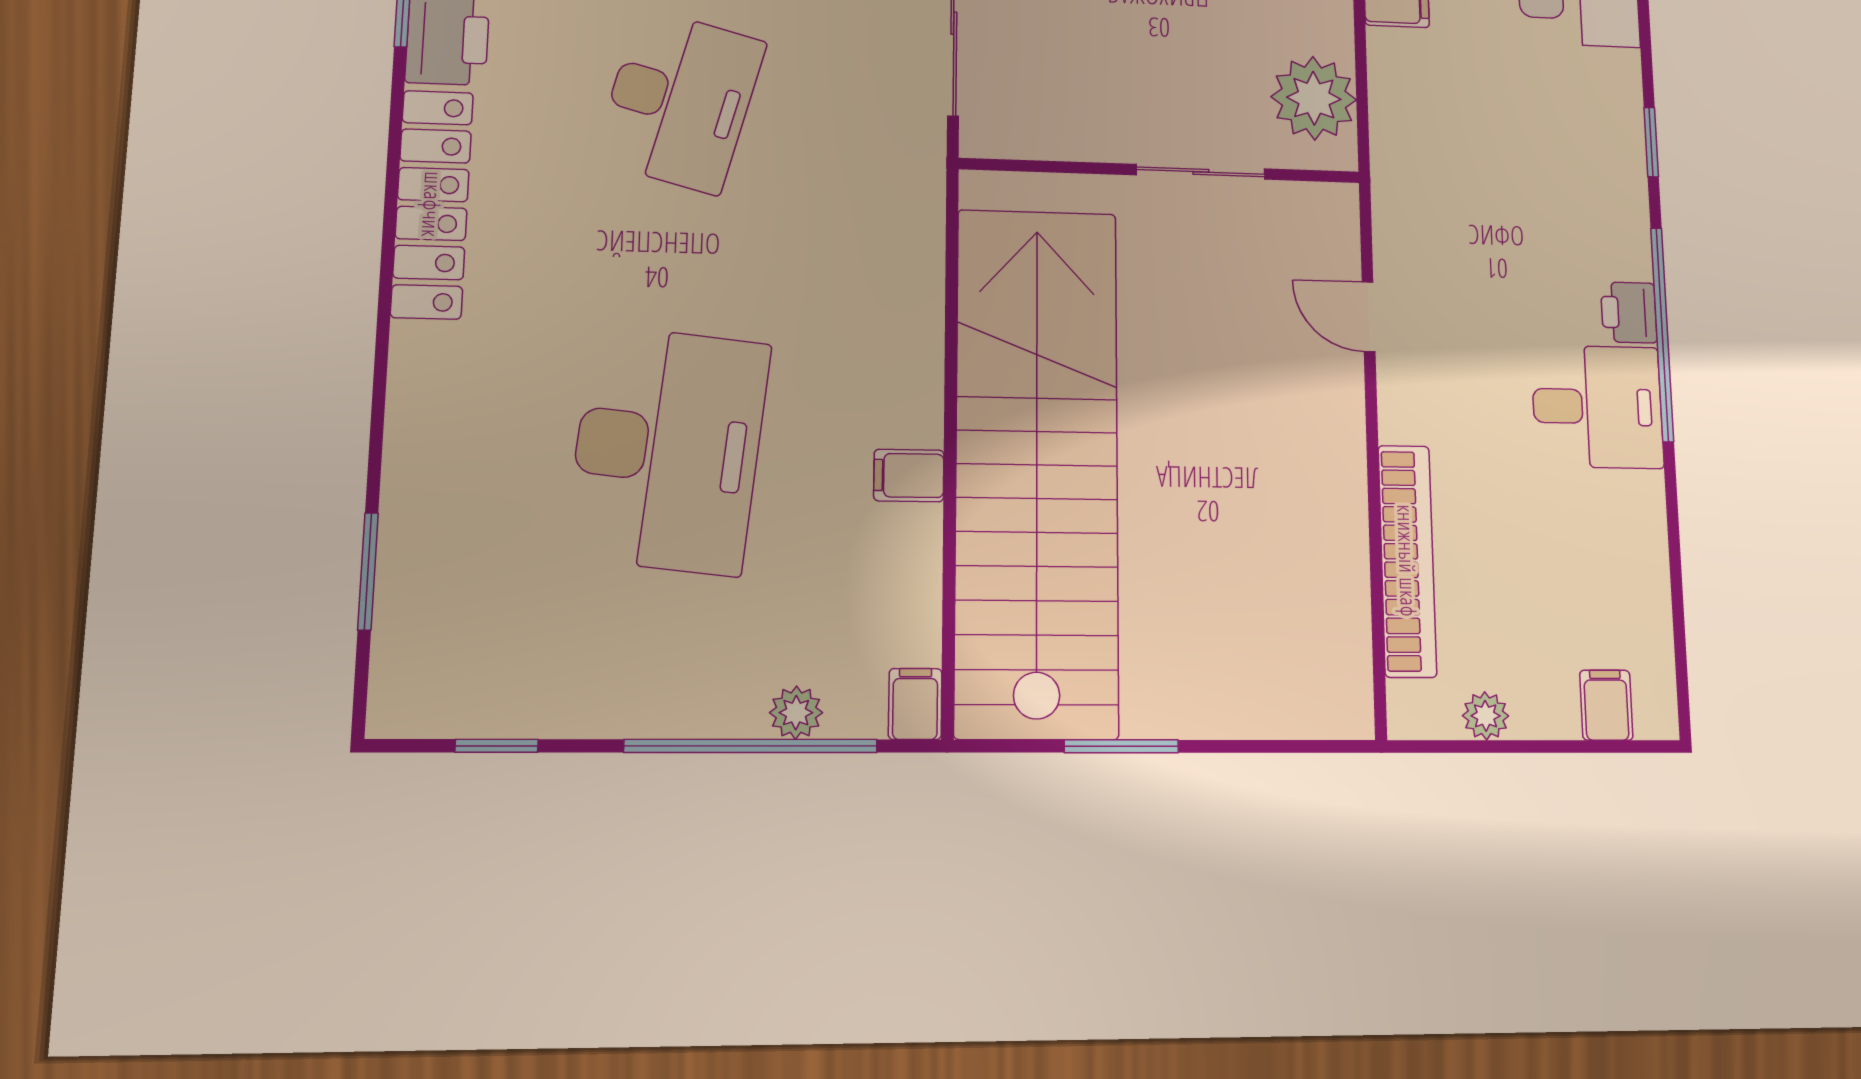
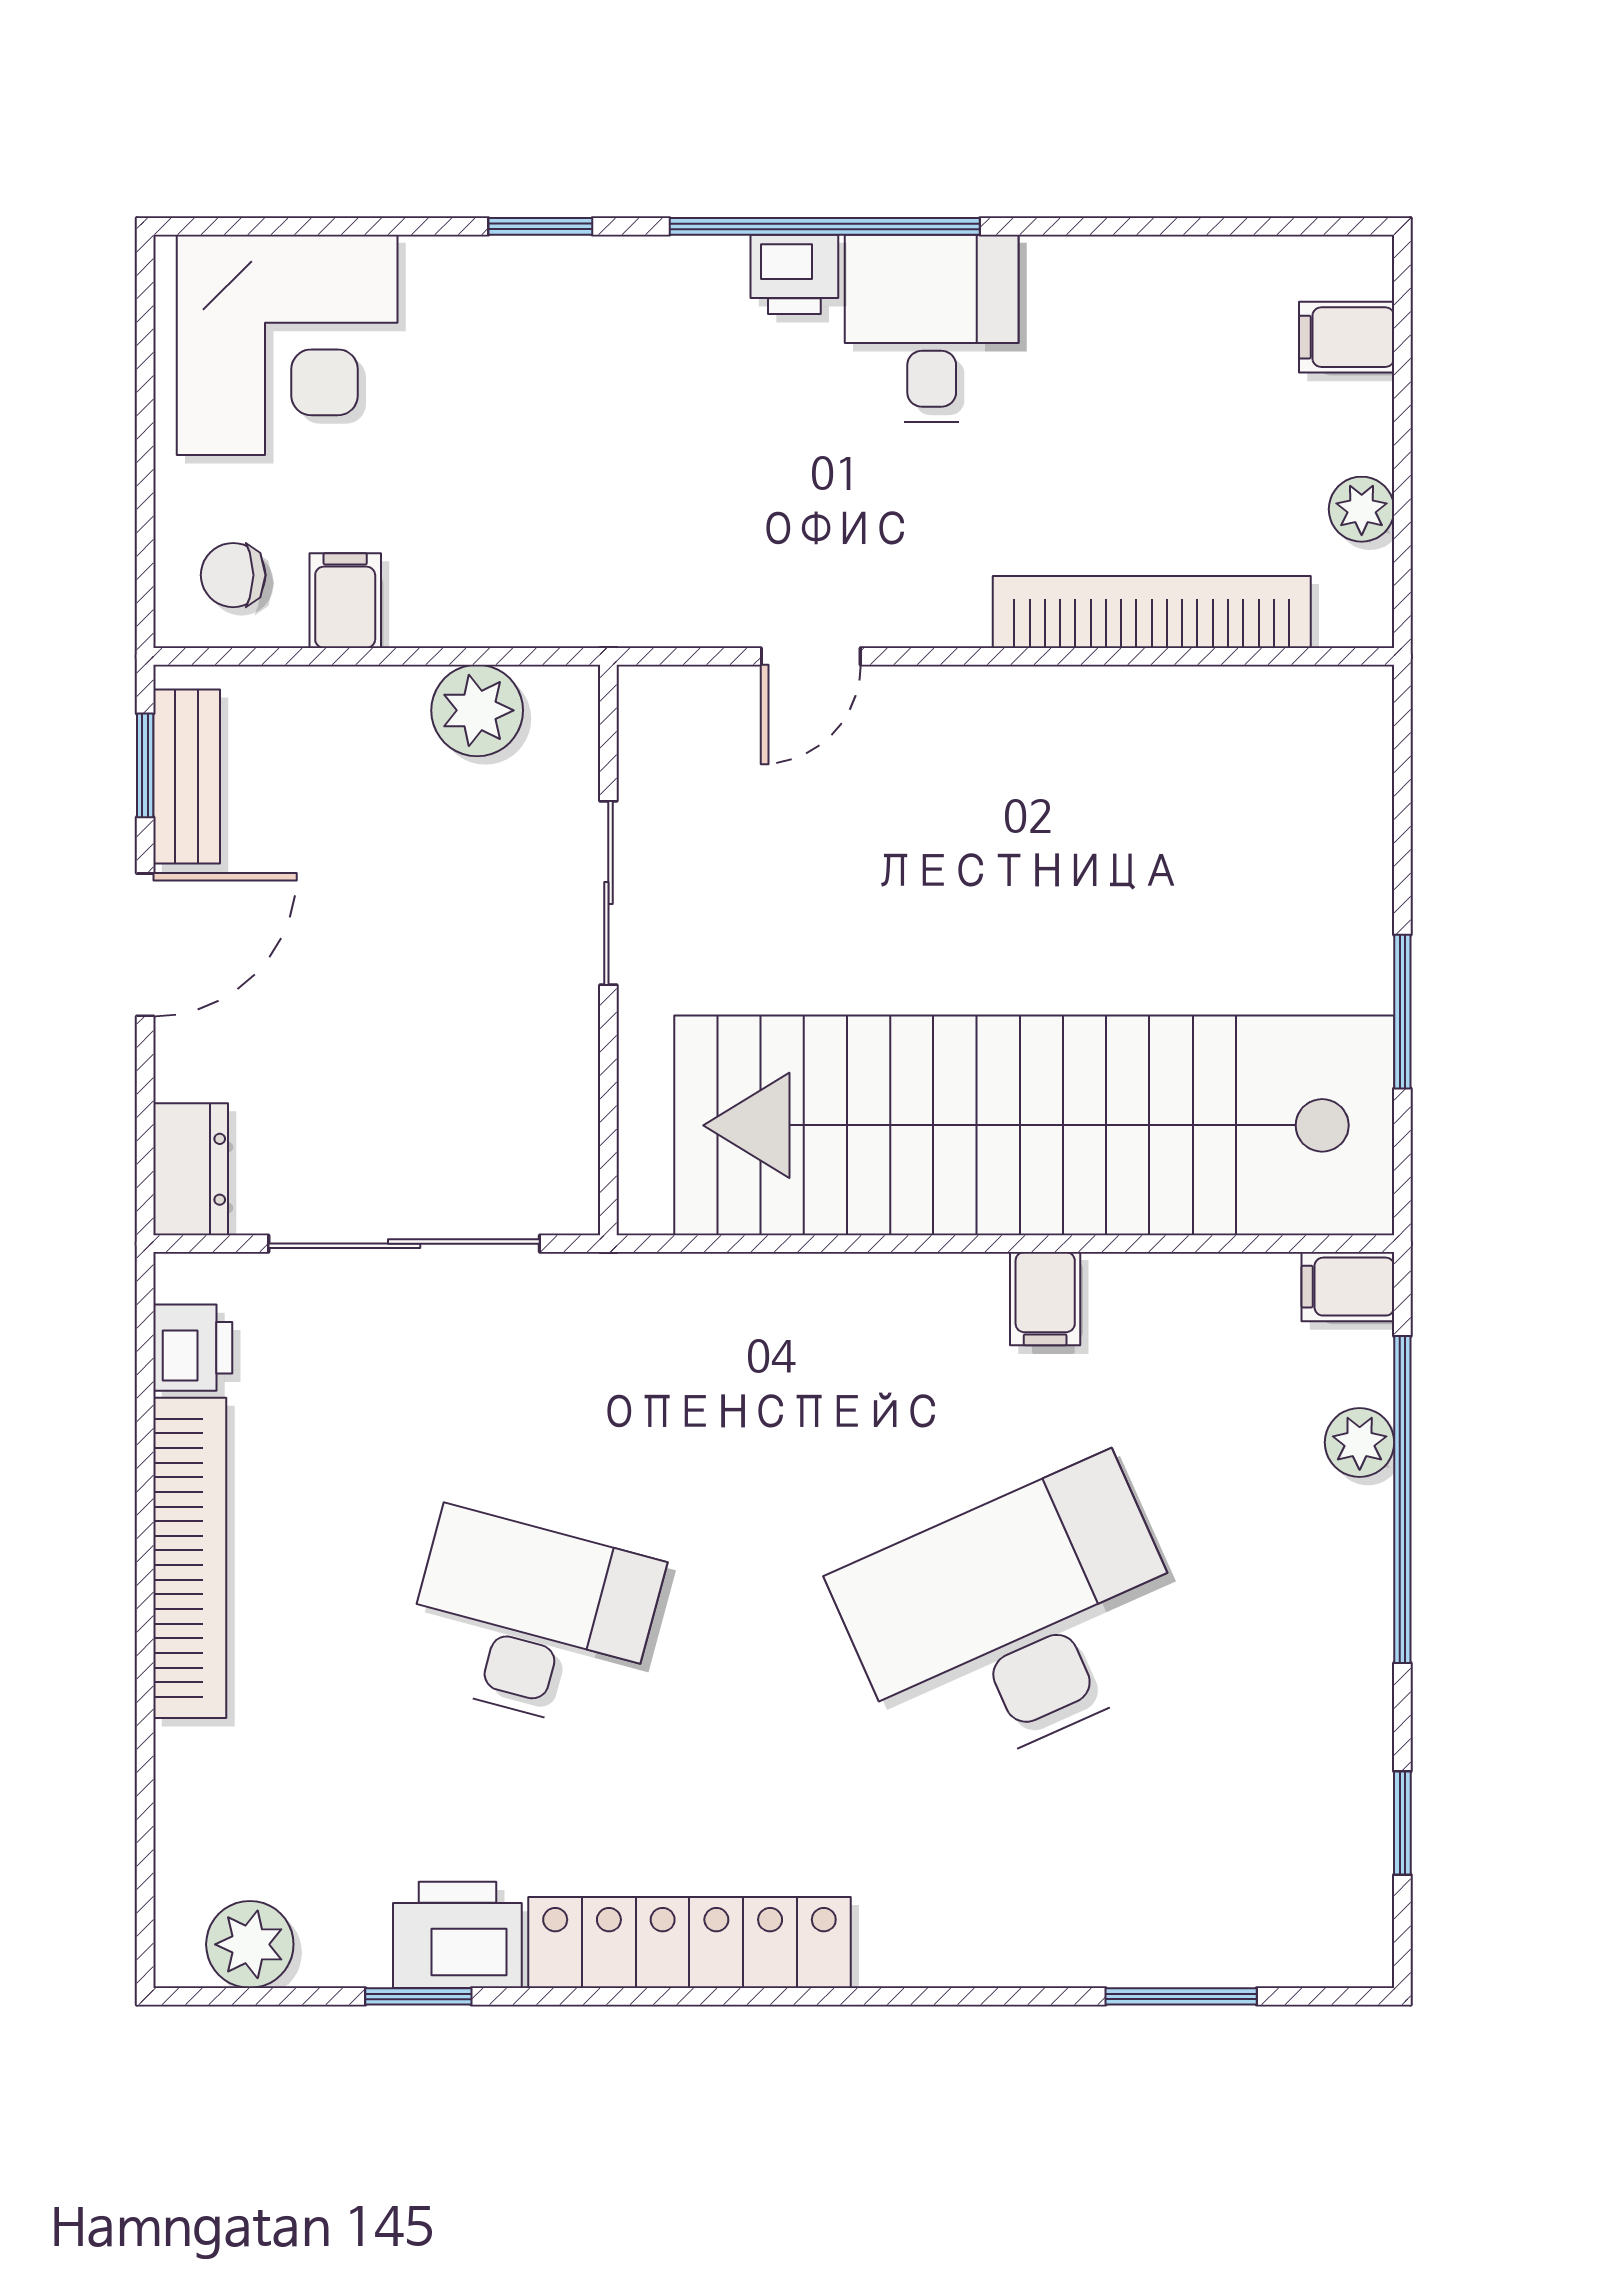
plant: (1314, 98) -> (477, 710), width x0.73, depth x0.73
desk: (668, 449) -> (1015, 1620), turned -30

